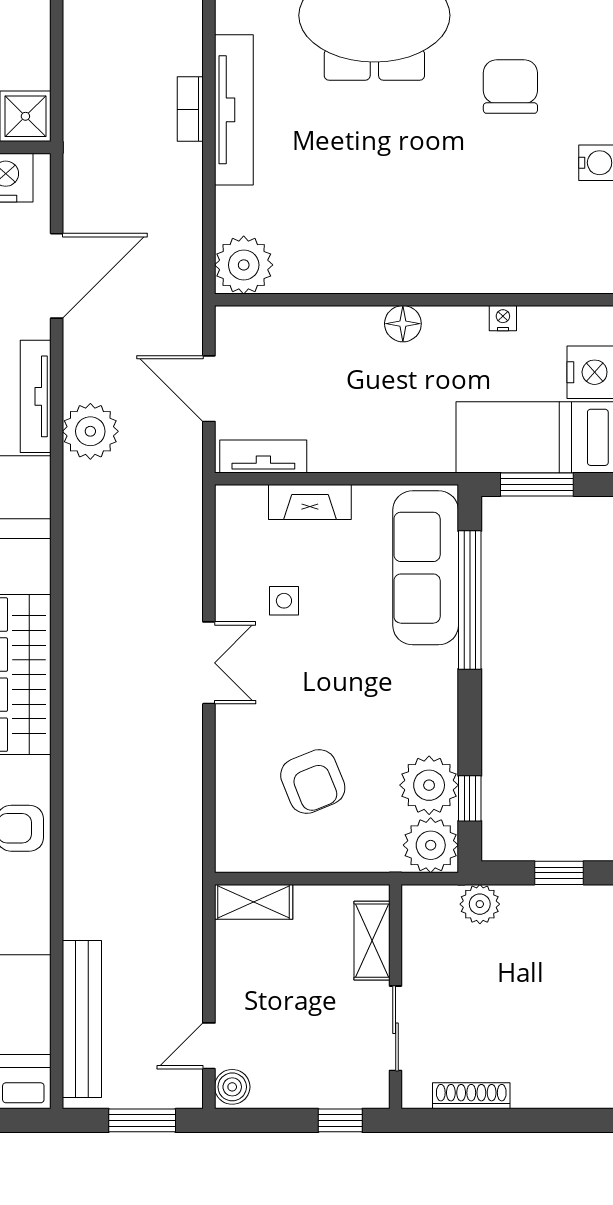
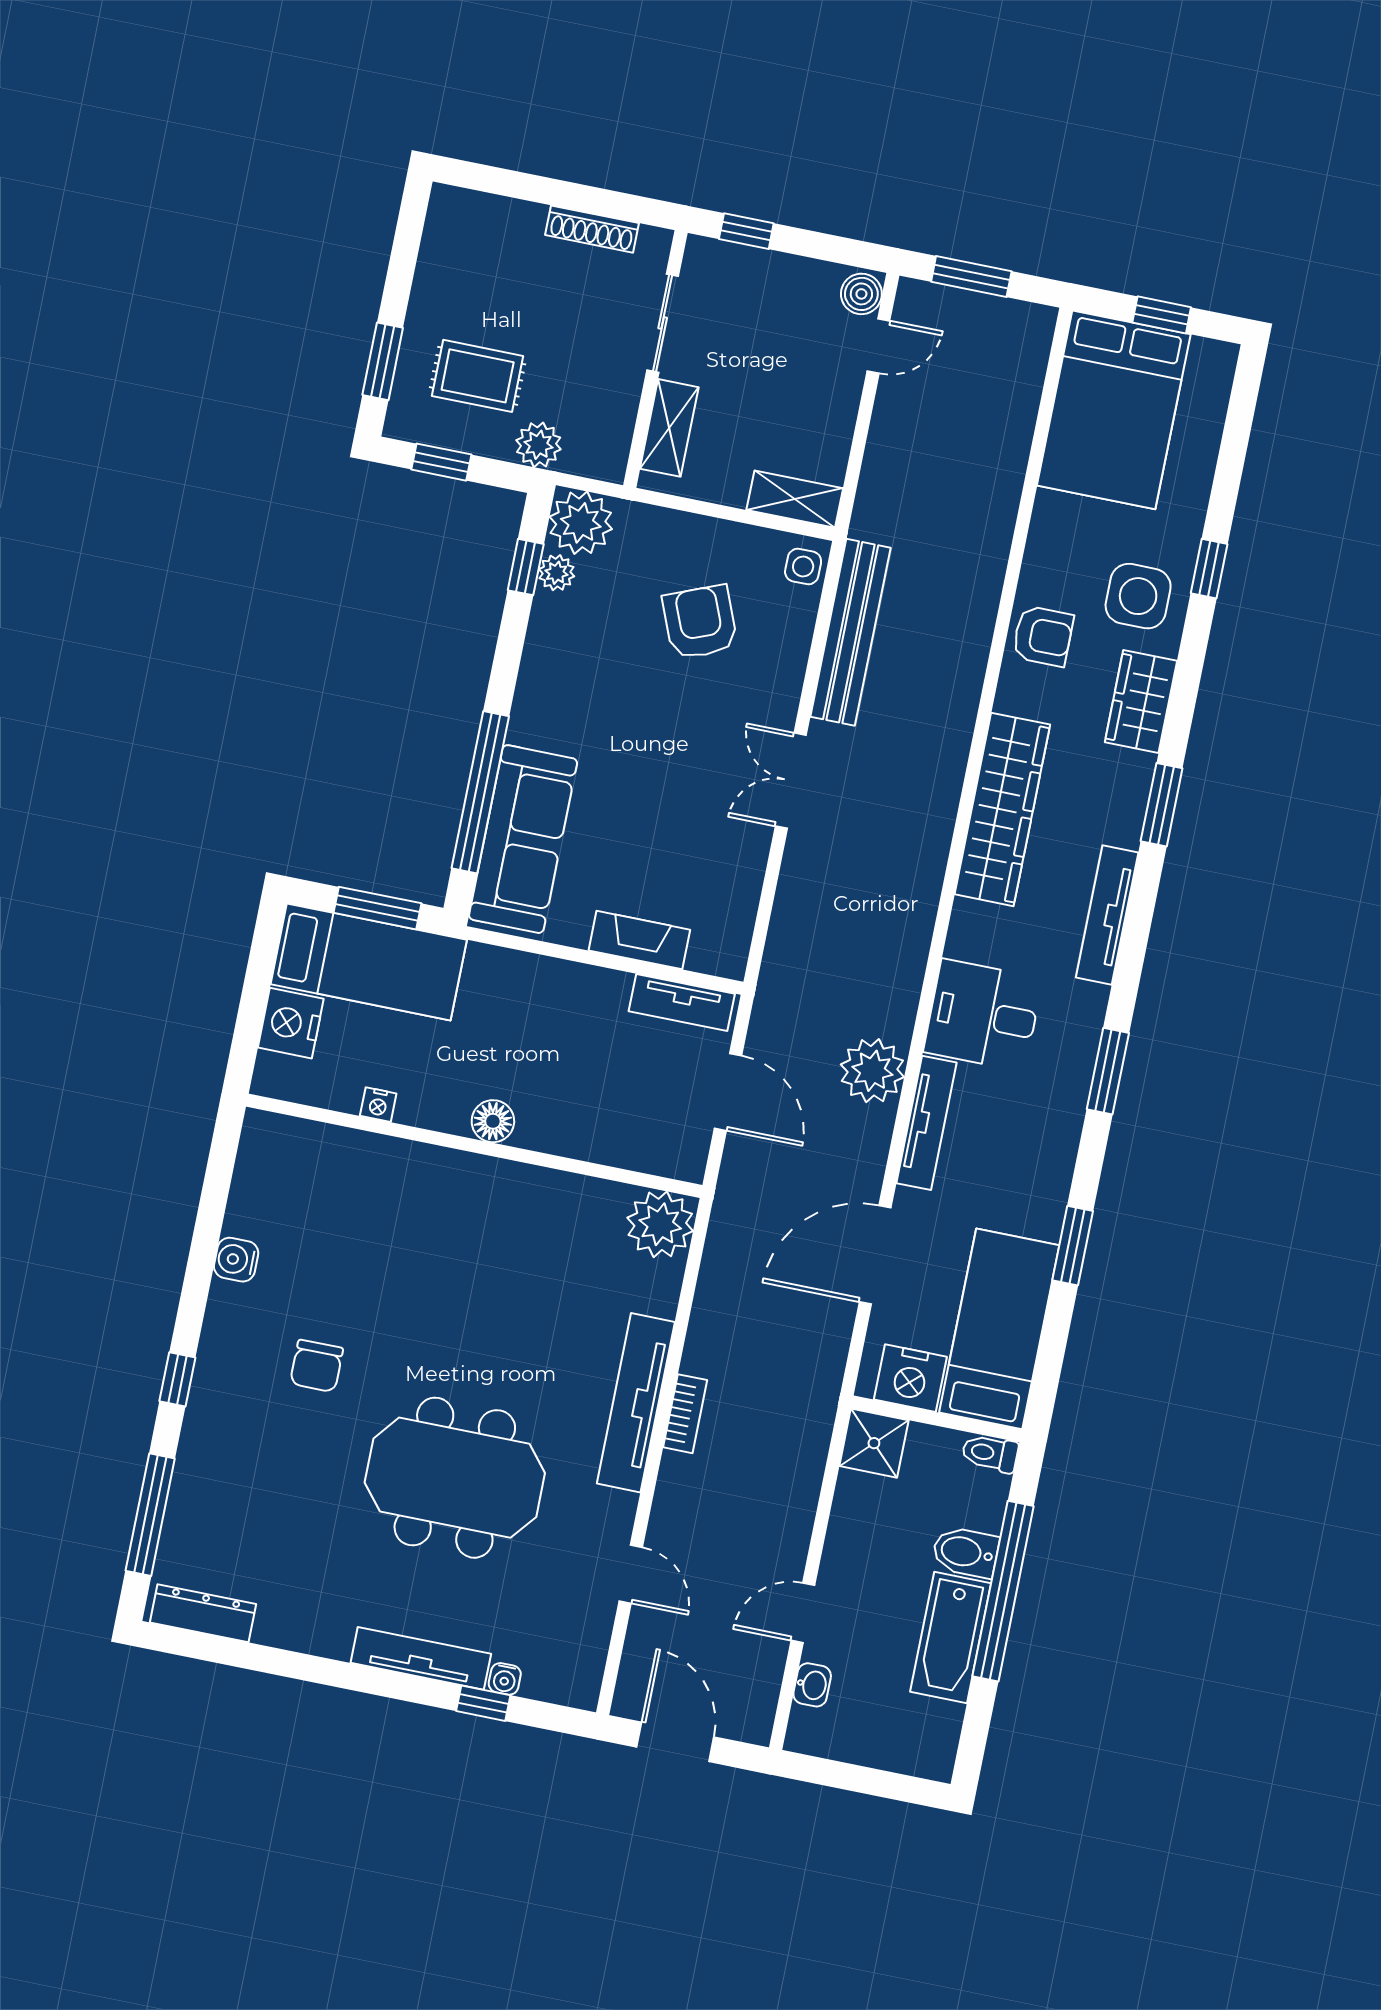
chair: (510, 87) -> (317, 1366), width x0.73, depth x0.73
side table: (284, 601) -> (803, 567), moved
plant: (429, 785) -> (557, 573), width x0.53, depth x0.53
rug: (543, 952) -> (478, 376), added
bench: (82, 1019) -> (851, 632), moved

